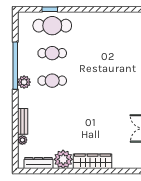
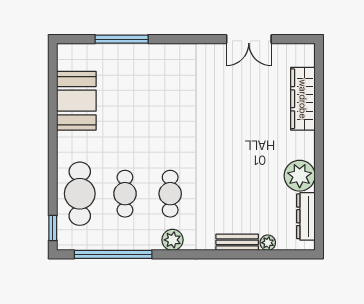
window: (50, 9) -> (53, 228), moved
booth: (109, 24) -> (76, 101), added
window: (15, 66) -> (113, 254), moved
wardrobe: (93, 161) -> (303, 99), moved

